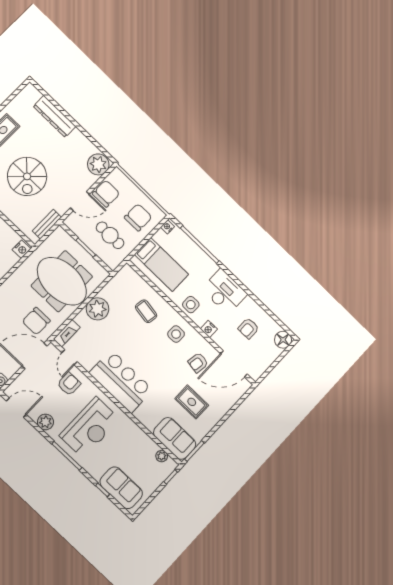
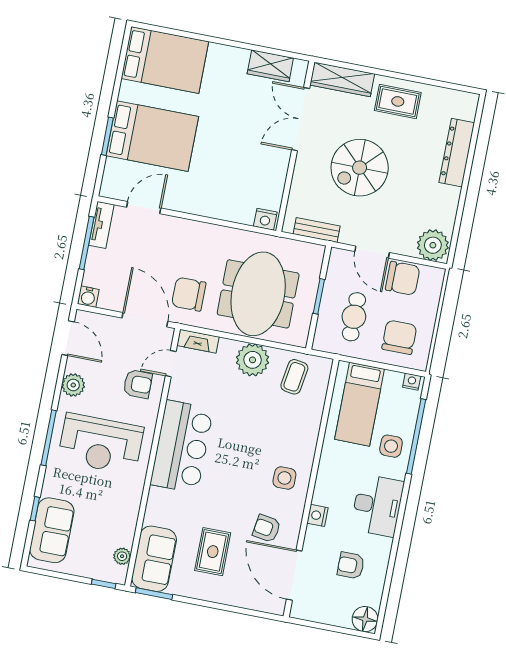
chair: (138, 217) -> (399, 337), turned -90
side table: (191, 305) -> (391, 446), moved
coffee table: (146, 311) -> (294, 377), moved

